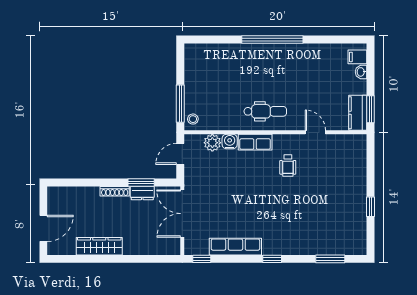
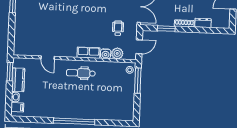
kitchen counter: (358, 113) -> (18, 80), moved
wheelchair: (288, 166) -> (118, 28), moved
dresser: (142, 193) -> (203, 23), moved

